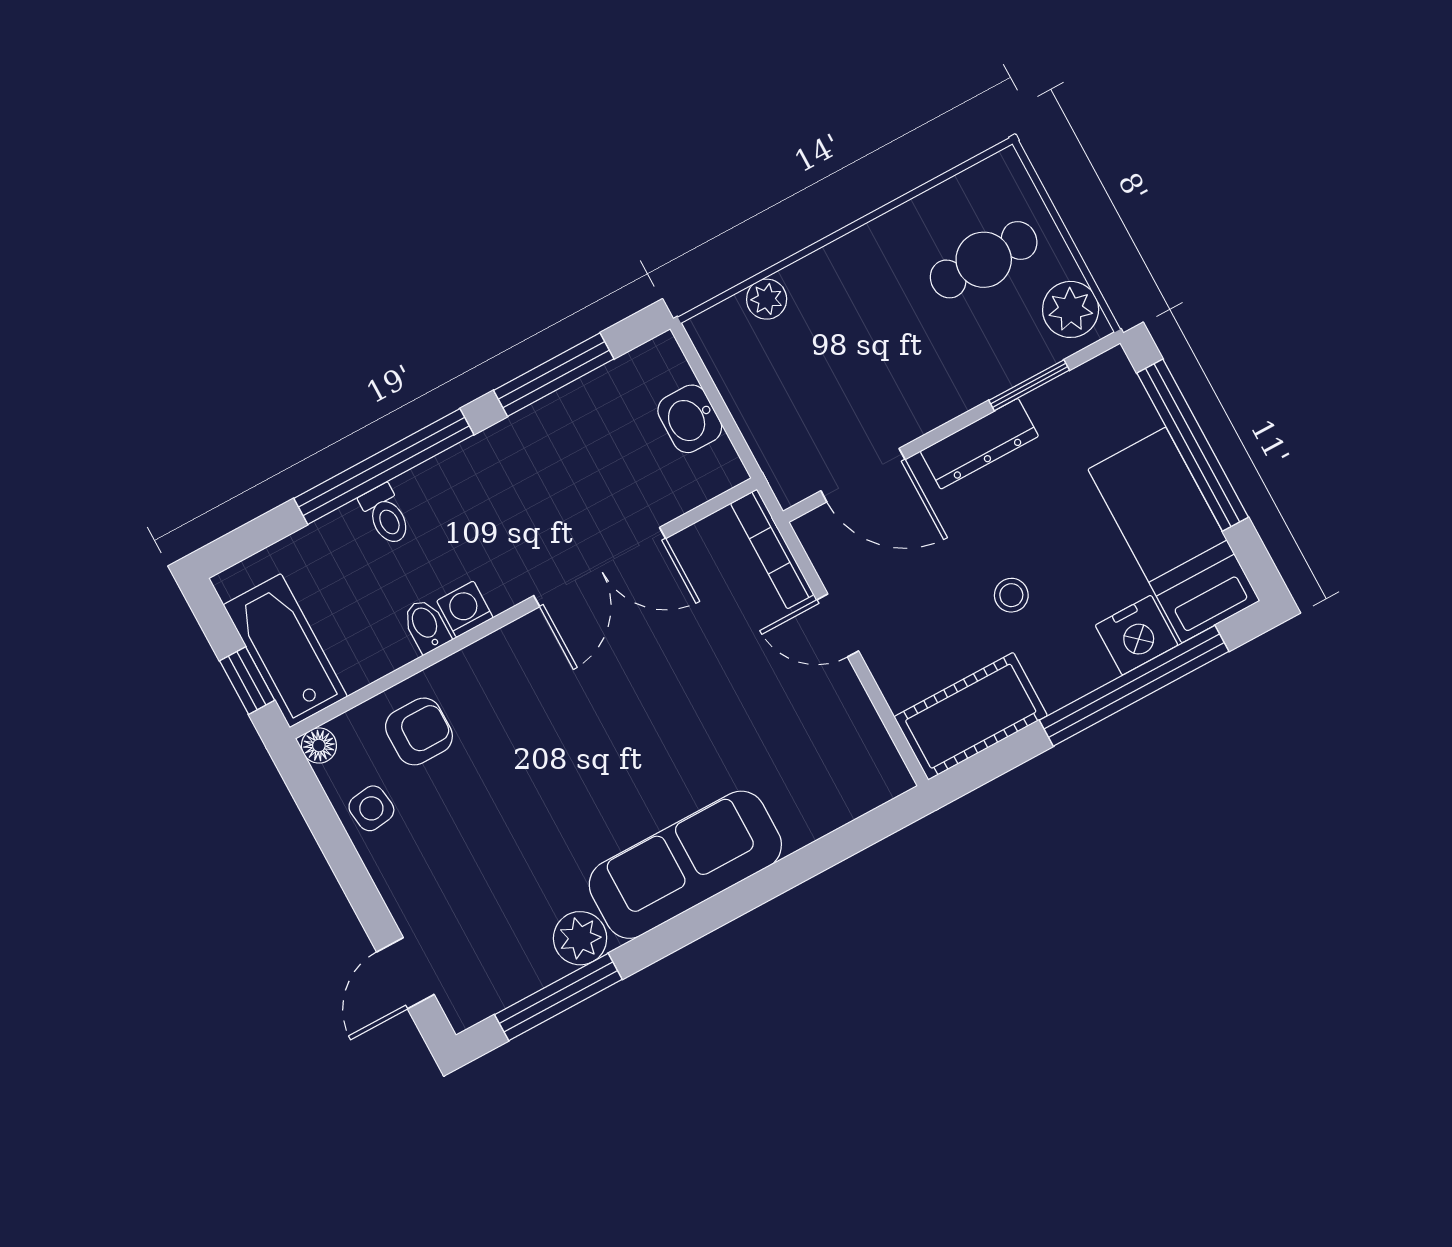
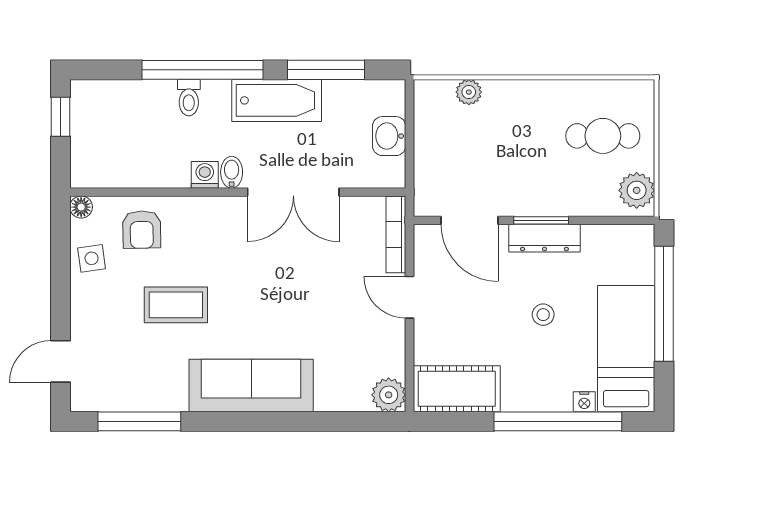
window: (1029, 385) -> (541, 220), moved
stool: (1011, 595) -> (543, 315), moved
bidet: (426, 626) -> (232, 172), moved
nightstand: (1137, 635) -> (584, 402), width x0.53, depth x0.56
bathtub: (285, 651) -> (277, 100), moved, turned 90
window: (247, 681) -> (60, 117), moved
armchair: (419, 731) -> (142, 230), turned 89
coffee table: (522, 810) -> (176, 305), added
plant: (580, 938) -> (389, 395), moved

